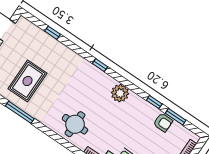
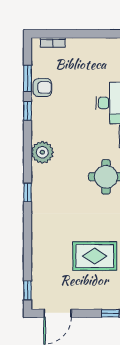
window: (52, 33) -> (28, 290), moved
armchair: (163, 122) -> (42, 87), turned 90

